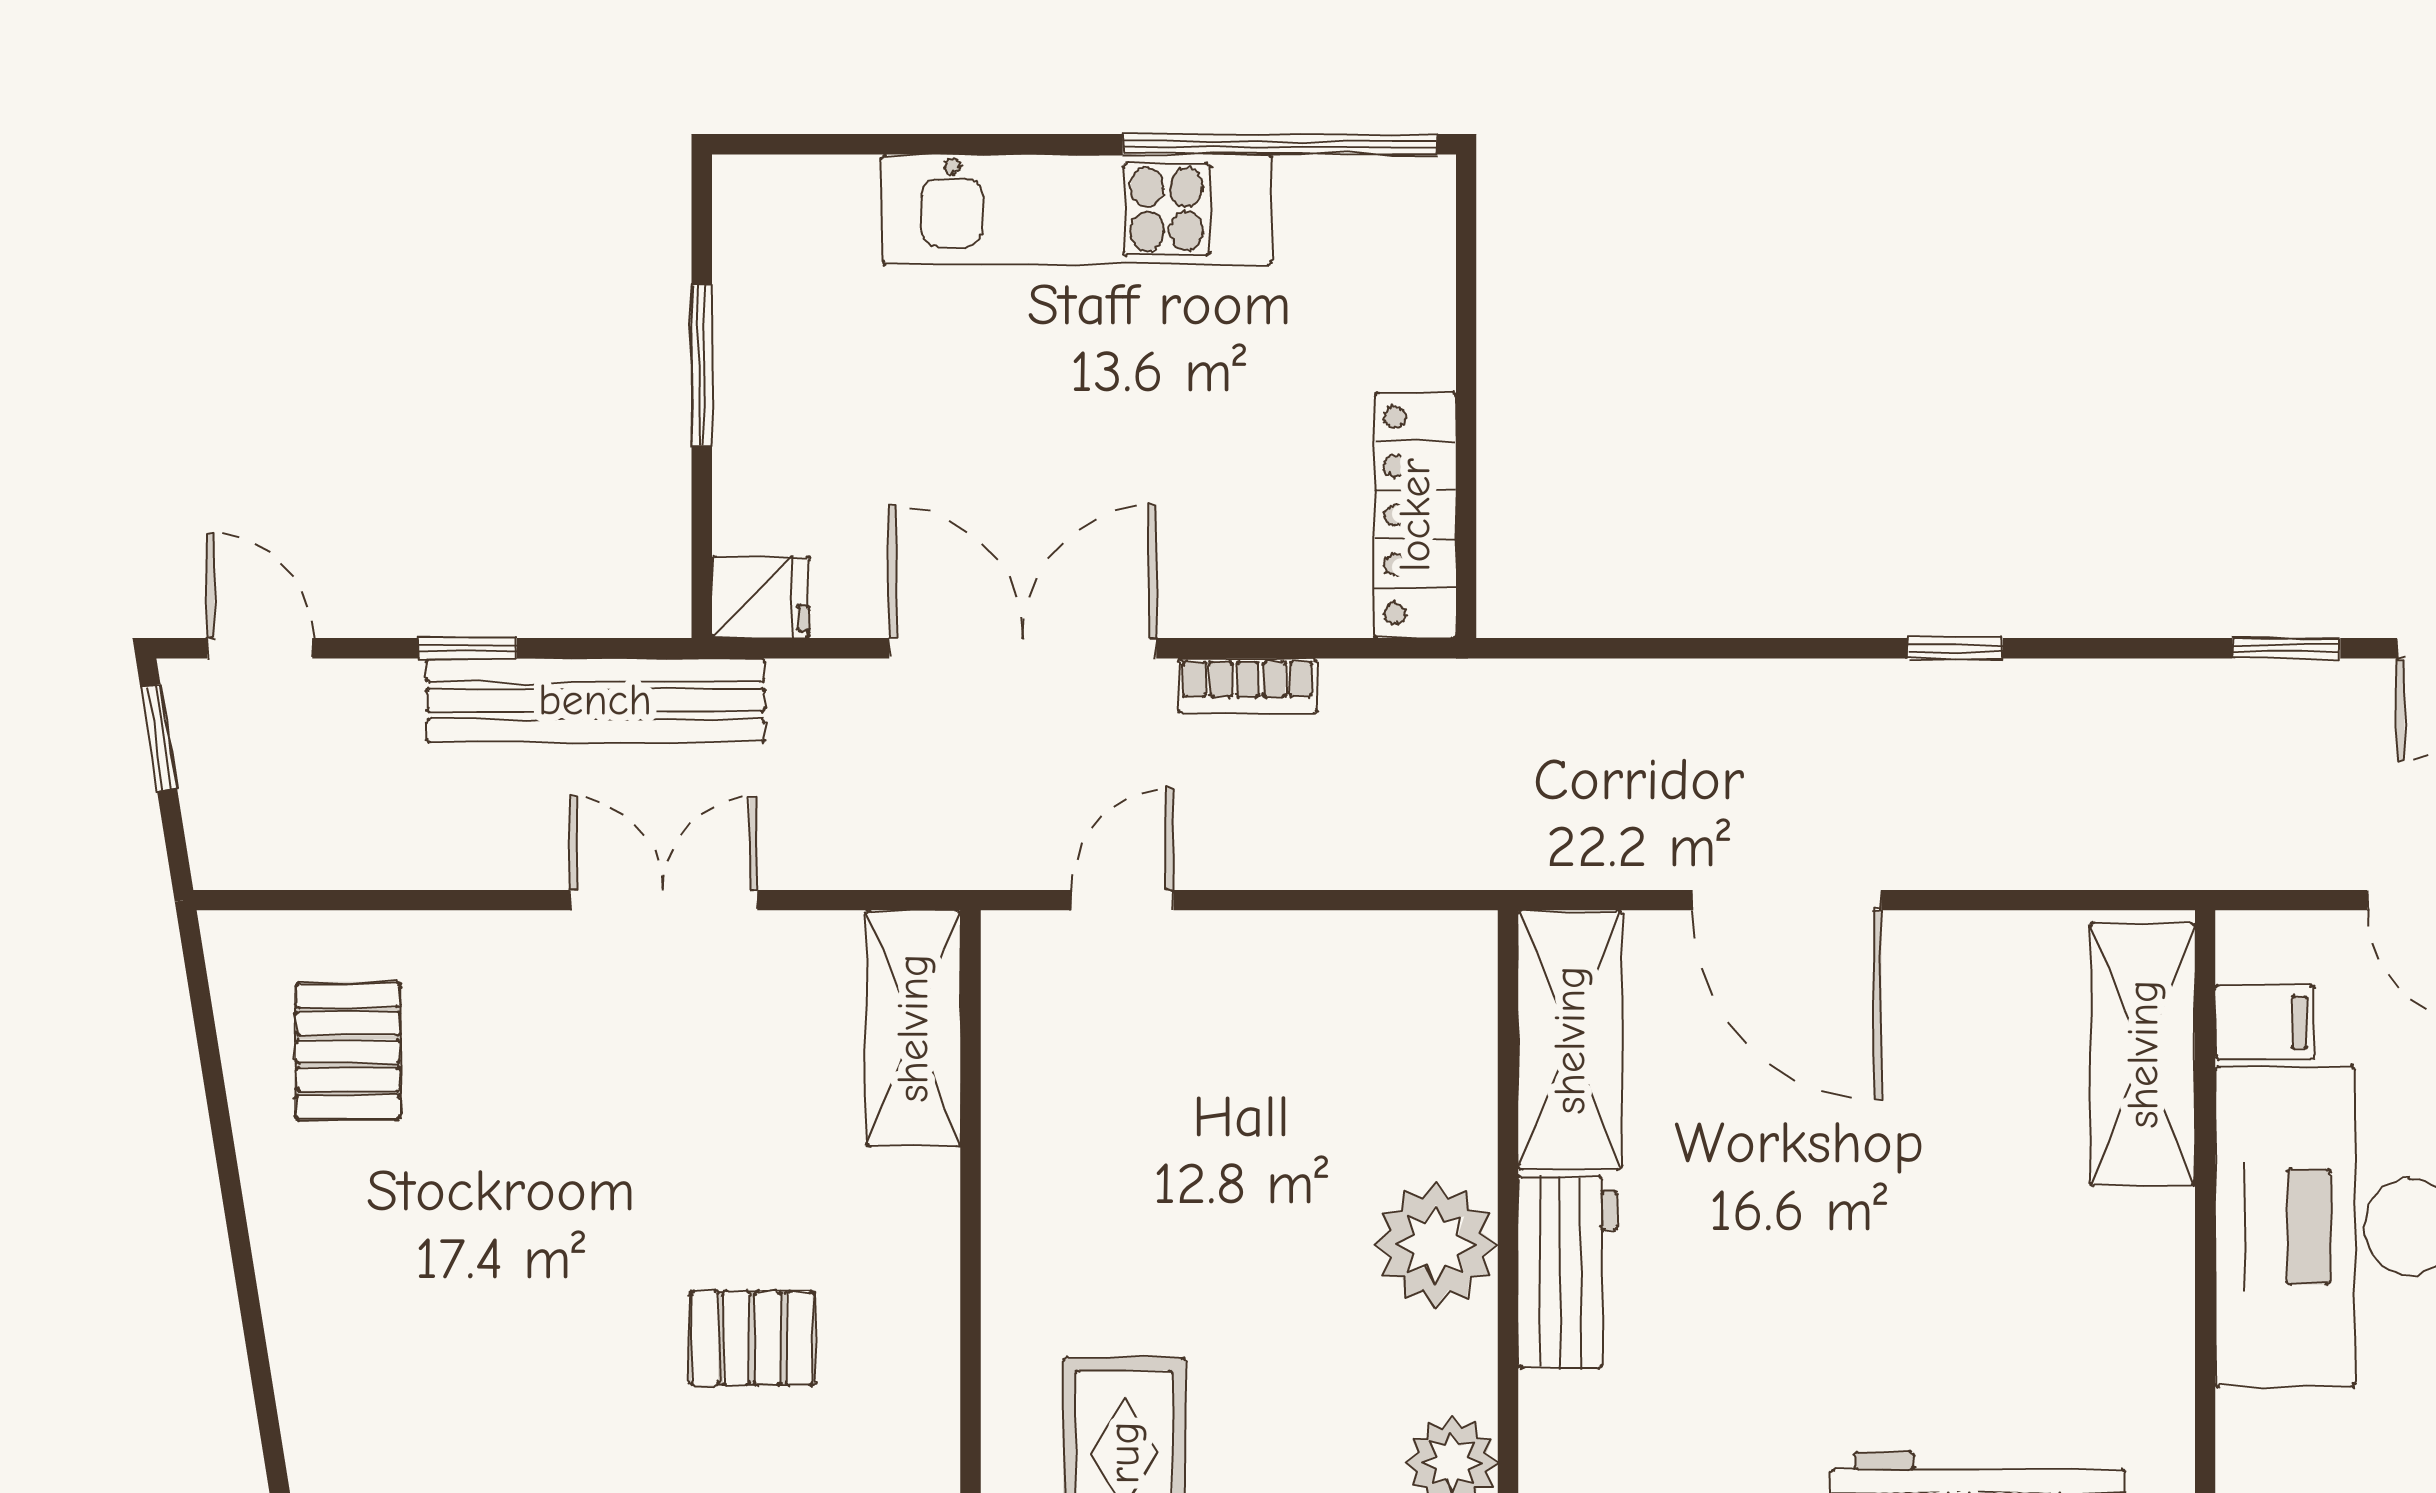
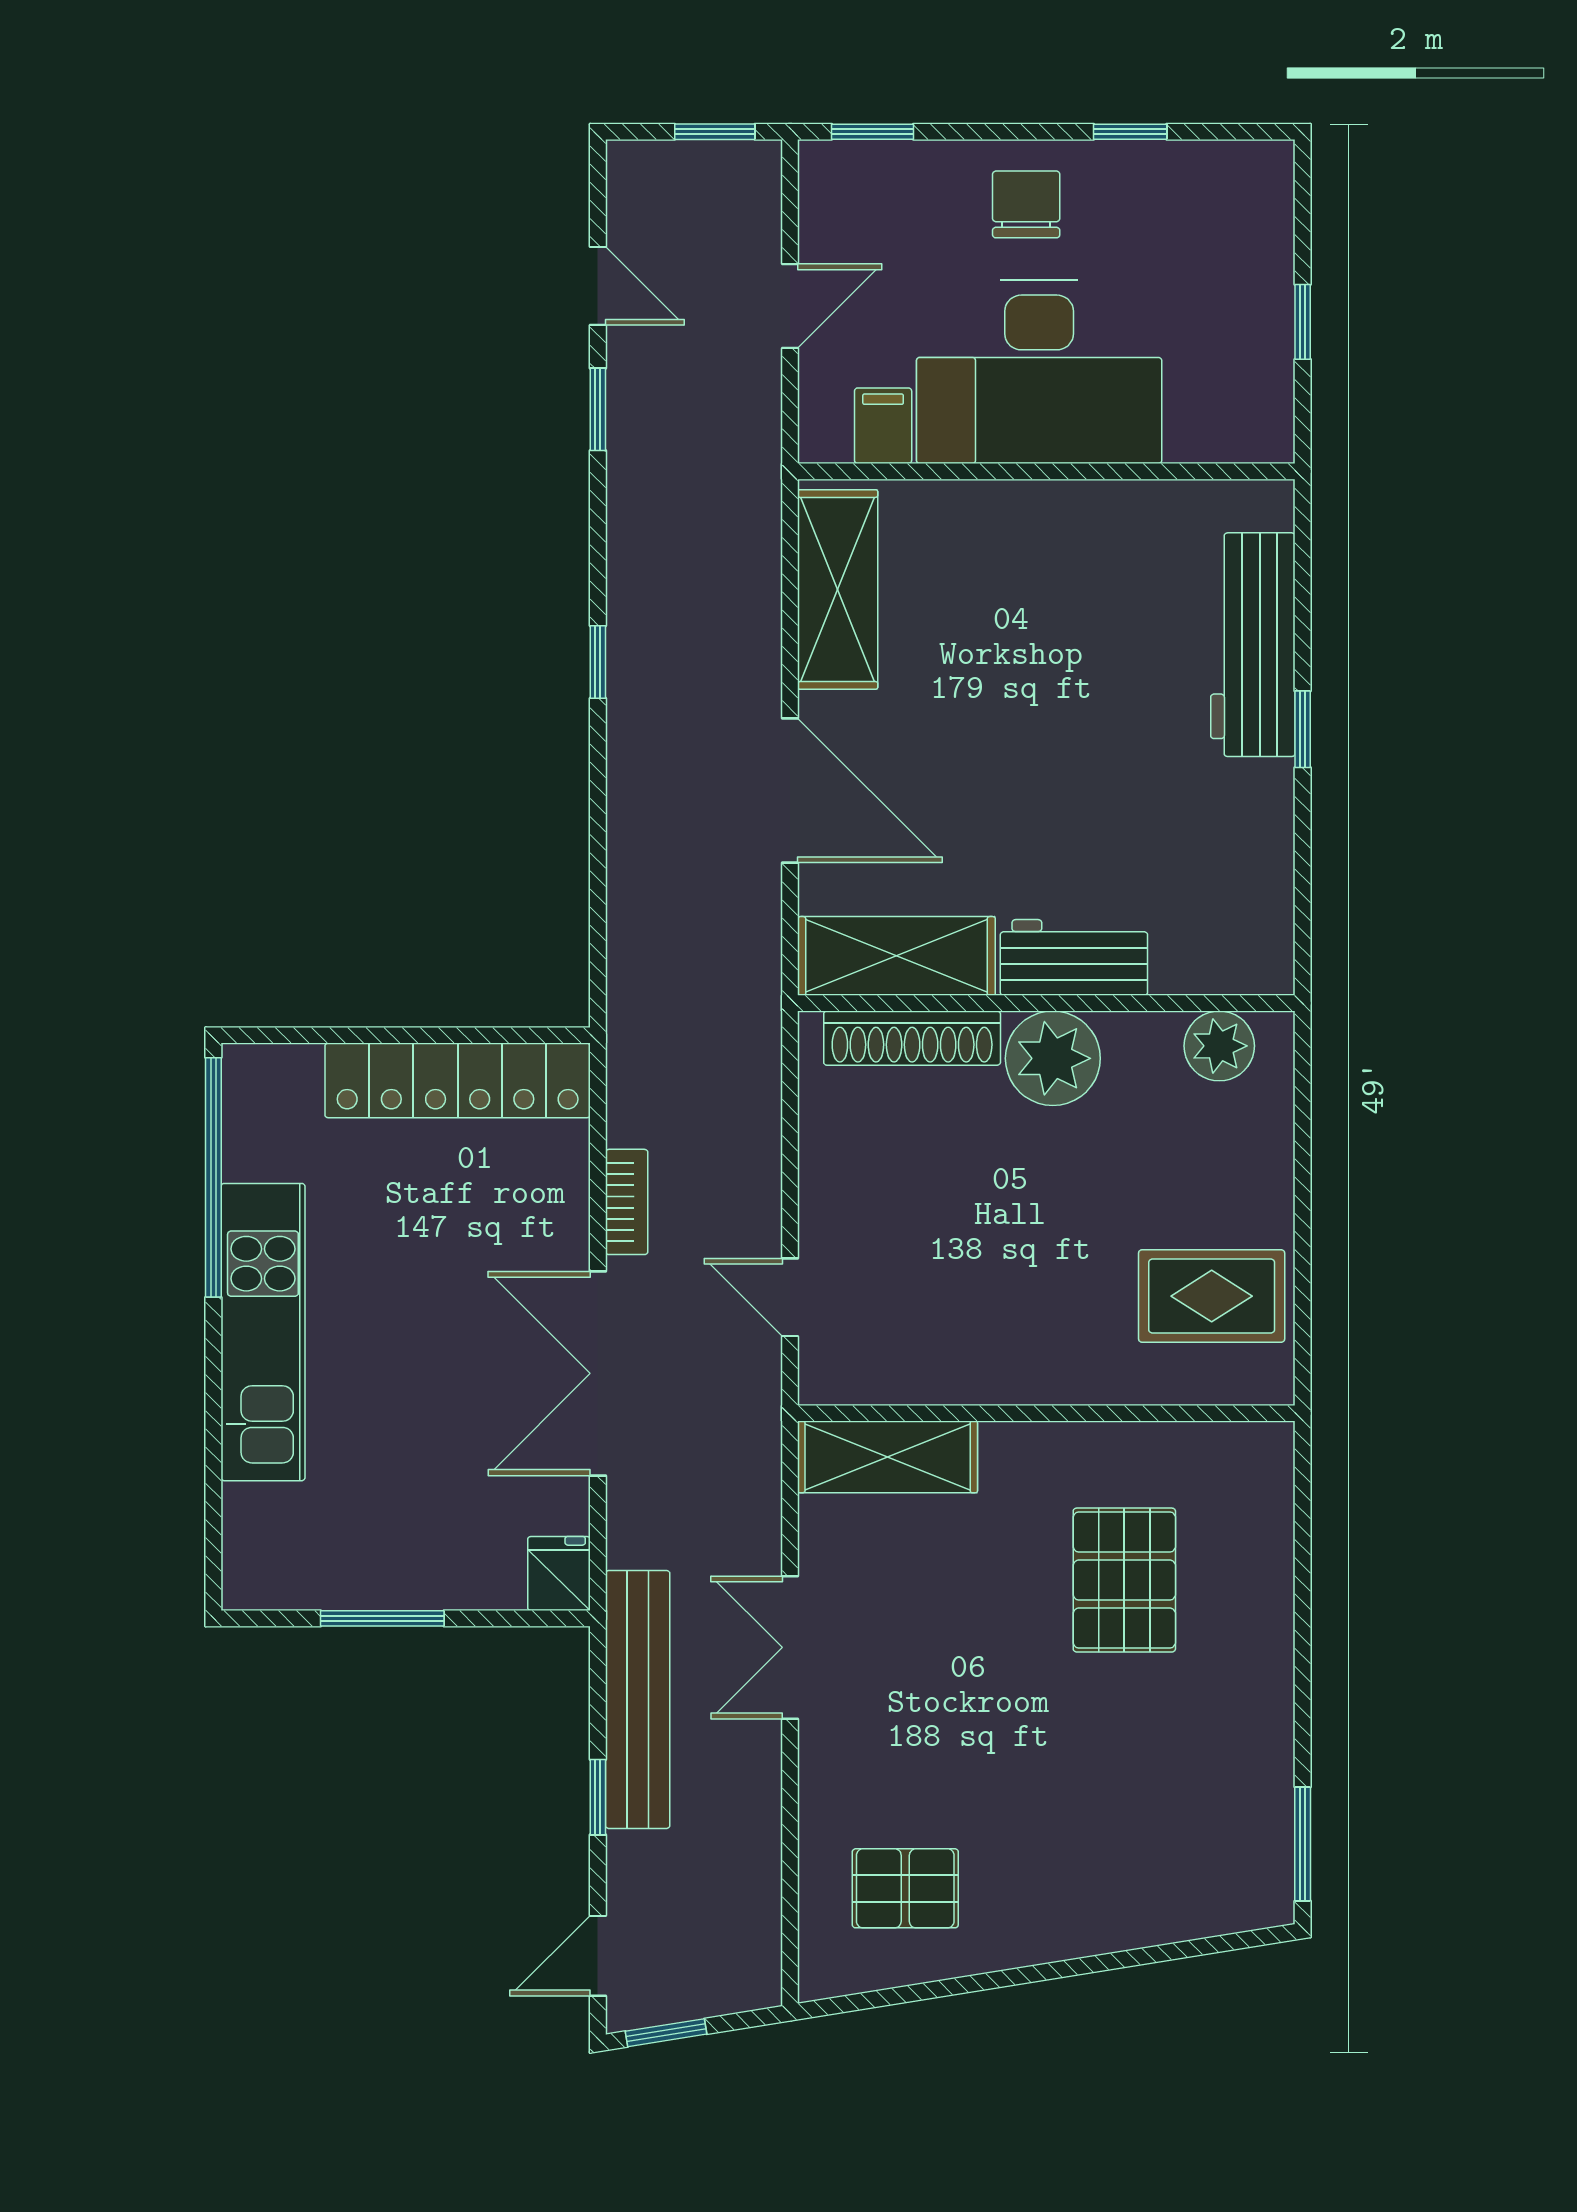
locker: (1415, 515) -> (458, 1080), width x1.41, depth x1.21
door: (1787, 900) -> (790, 791), hinge flipped
shelving: (2143, 1054) -> (838, 589), moved, turned 90
shoe rack: (1462, 1060) -> (912, 1038), added
pallet: (752, 1338) -> (1124, 1580), width x1.50, depth x1.42

